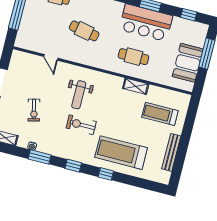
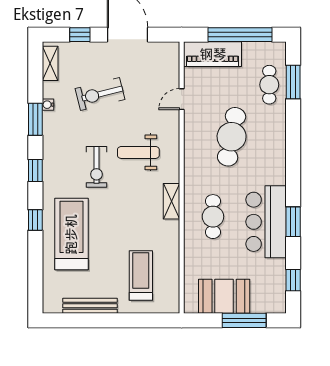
piano: (27, 29) -> (213, 54), added
cafe table: (84, 31) -> (232, 137), width x1.37, depth x1.35
shelving: (136, 86) -> (171, 201), moved
exercise bike: (34, 110) -> (100, 94), width x1.38, depth x1.39
exercise bike: (81, 125) -> (96, 167), turned 180

